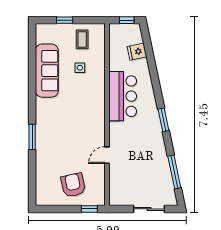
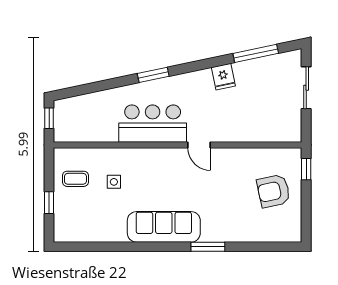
fridge: (137, 52) -> (223, 77), moved
sofa: (47, 71) -> (164, 227), moved
window: (163, 120) -> (153, 75), moved
door: (107, 155) -> (199, 145), moved

